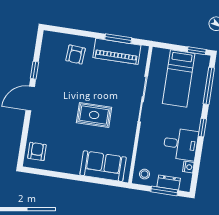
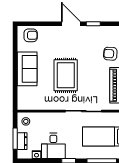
rug: (94, 115) -> (66, 75), width x1.36, depth x1.43
sofa: (103, 166) -> (27, 69), moved

